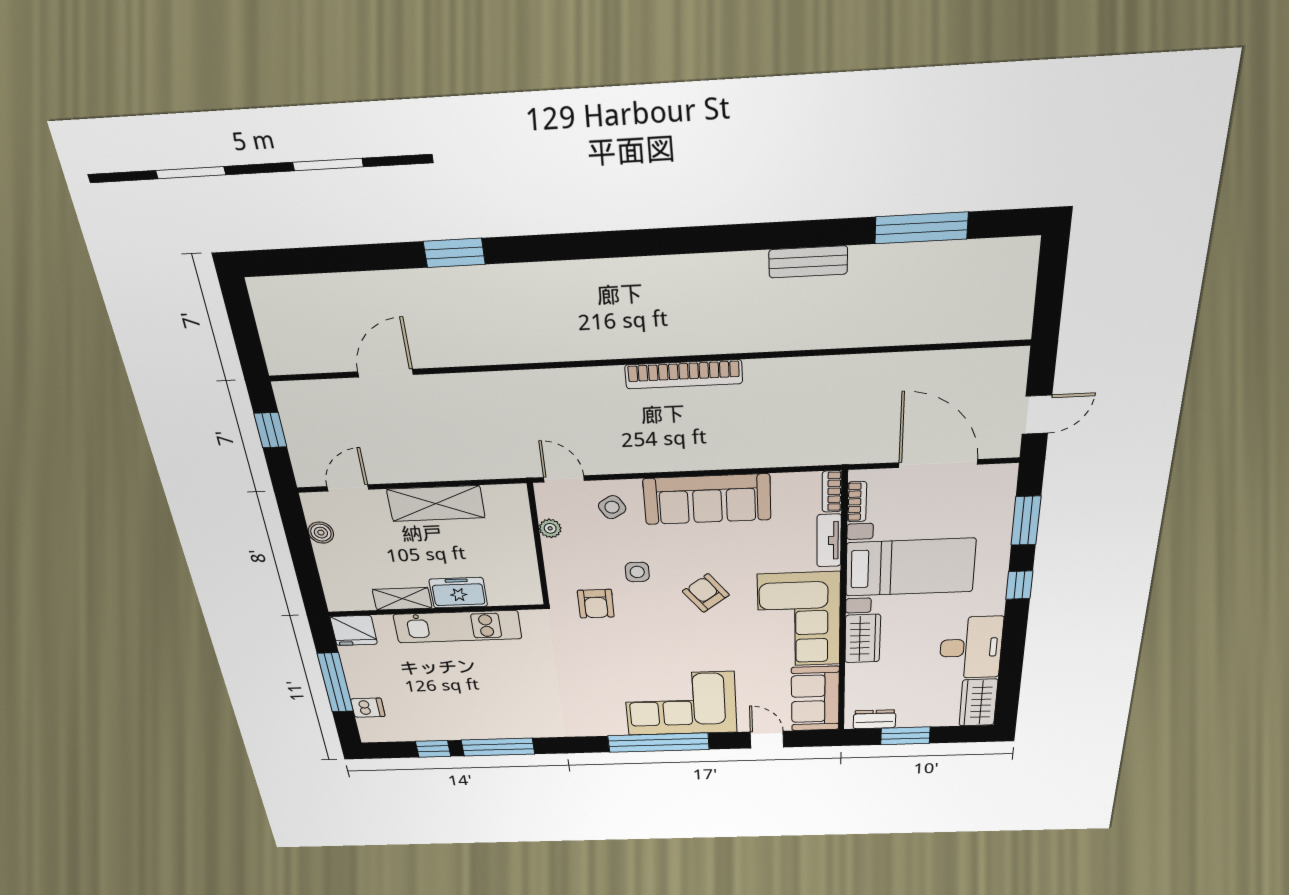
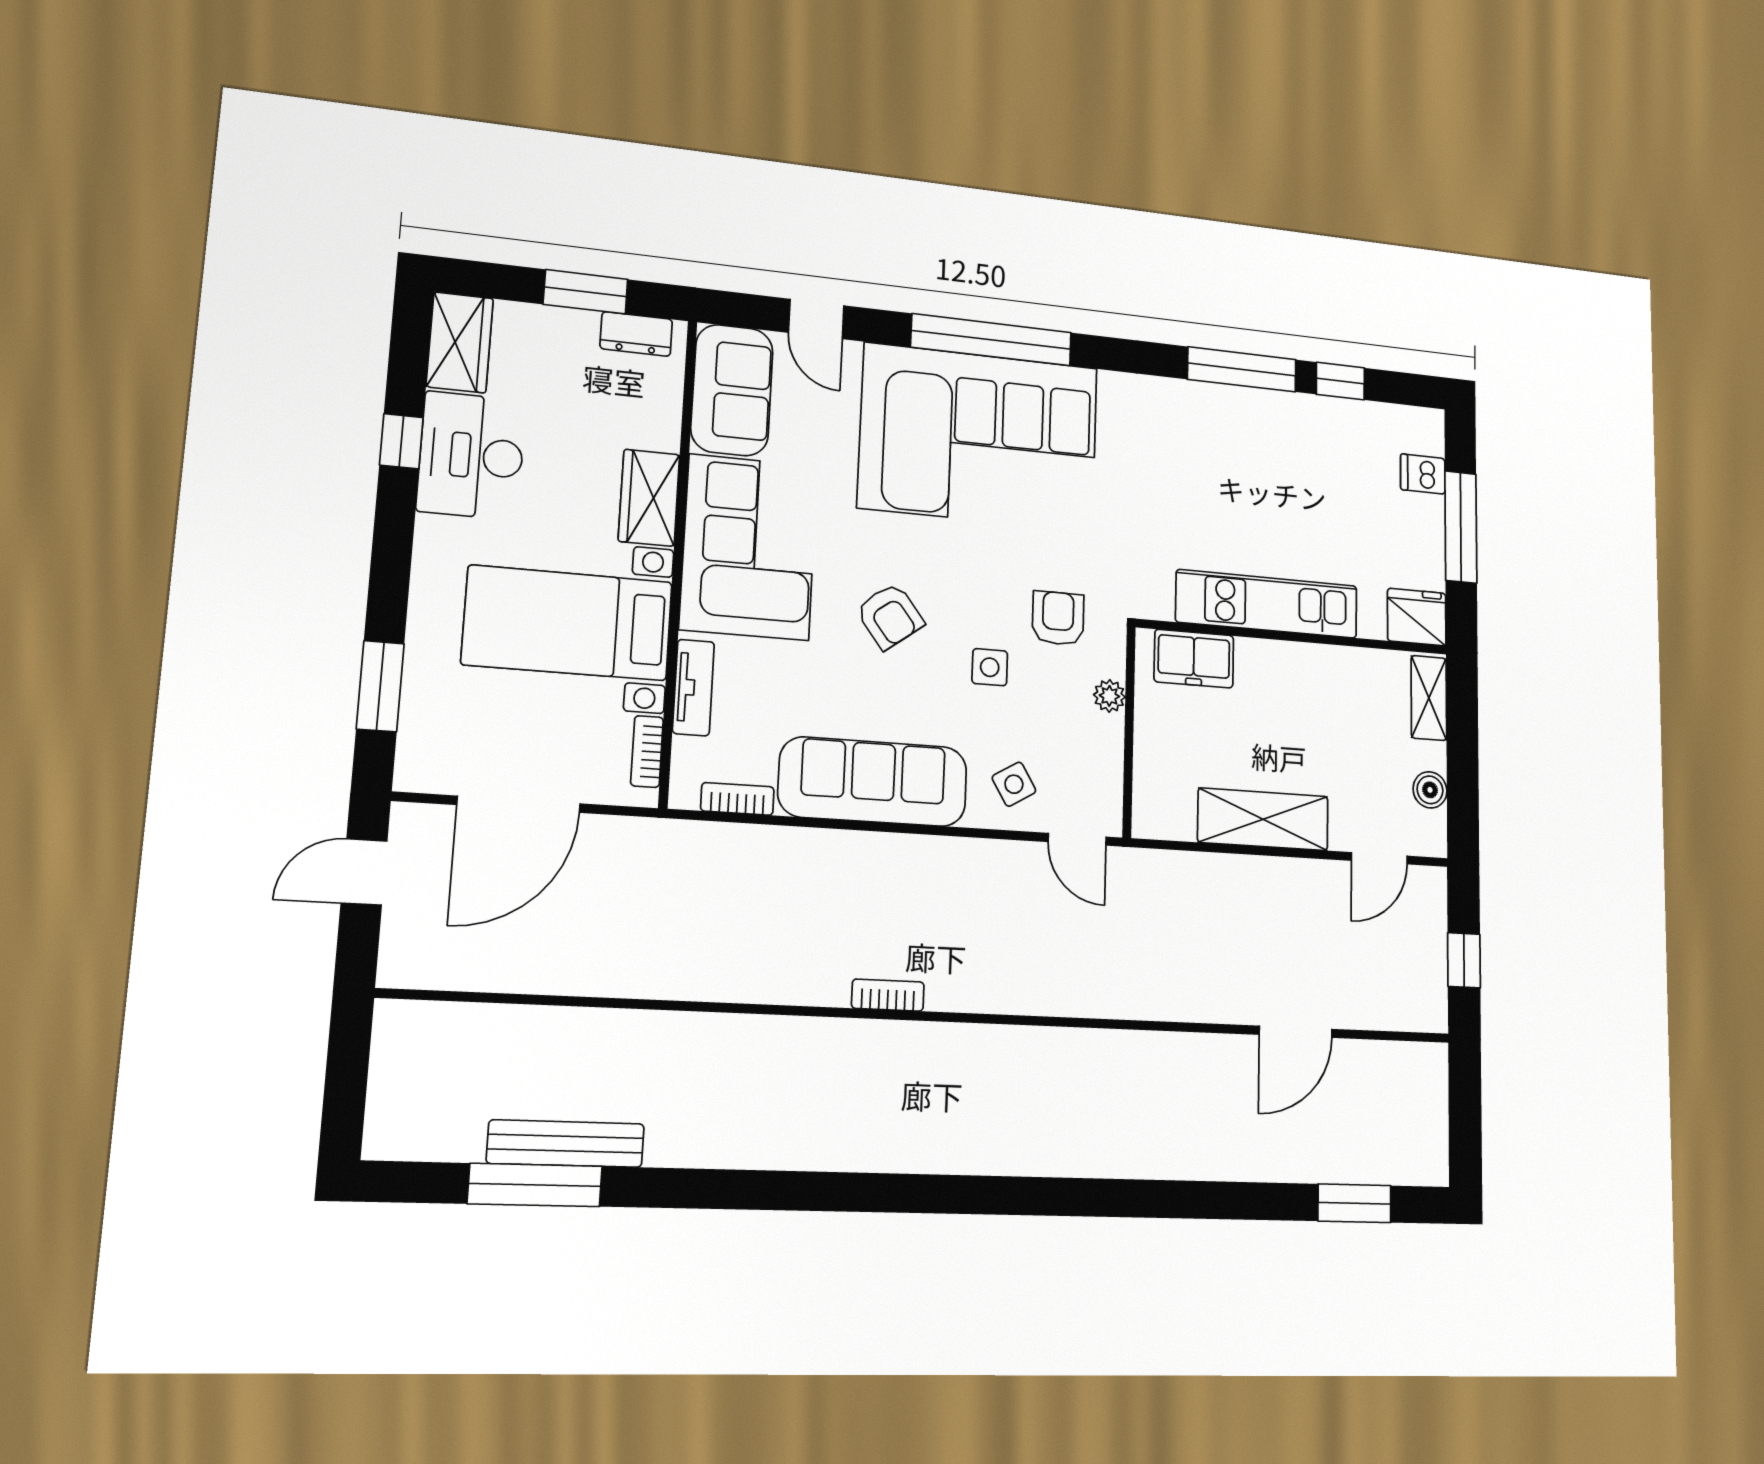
window: (454, 253) -> (1354, 1203), moved
bench: (808, 262) -> (566, 1144), moved, width x1.36
bookcase: (684, 374) -> (888, 995), width x0.43, depth x0.76
door: (938, 463) -> (519, 804), hinge flipped
bookcase: (832, 491) -> (737, 799), moved, turned -90
plant: (550, 528) -> (1109, 696), moved
window: (1019, 585) -> (401, 441), moved
freezer: (458, 593) -> (1194, 659), moved
shelving: (402, 599) -> (1429, 698), moved, turned 90
corner sofa: (681, 704) -> (979, 437), width x1.36, depth x1.36

